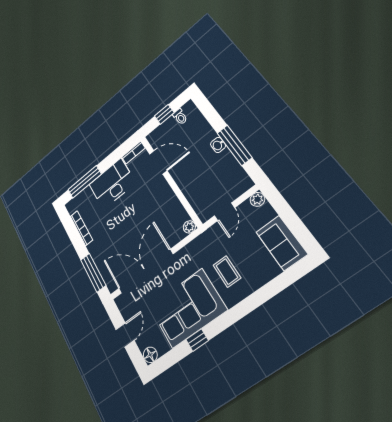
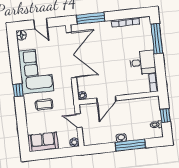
window: (234, 145) -> (130, 145), moved
door: (158, 162) -> (106, 99), moved
desk: (112, 184) -> (143, 62), width x0.73
window: (197, 340) -> (18, 90), moved

